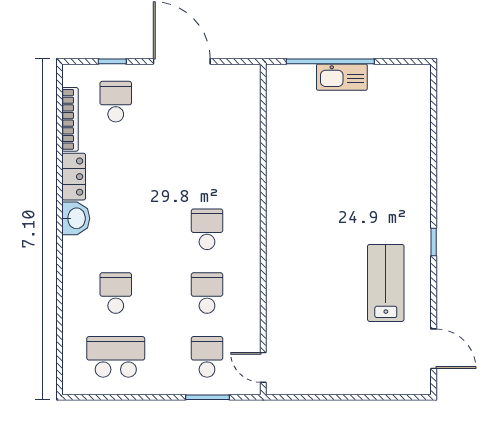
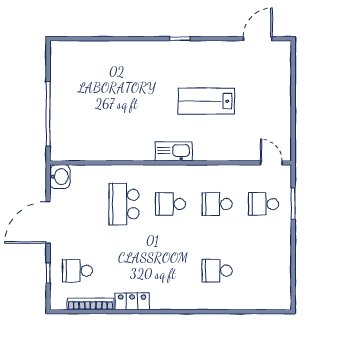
kitchen sink: (342, 77) -> (174, 151), moved, turned -90
washbasin: (76, 218) -> (60, 177), moved, turned 90
lab bench: (386, 283) -> (206, 101), moved
school desk: (116, 357) -> (124, 204), moved
door: (263, 367) -> (271, 163), swing flipped

